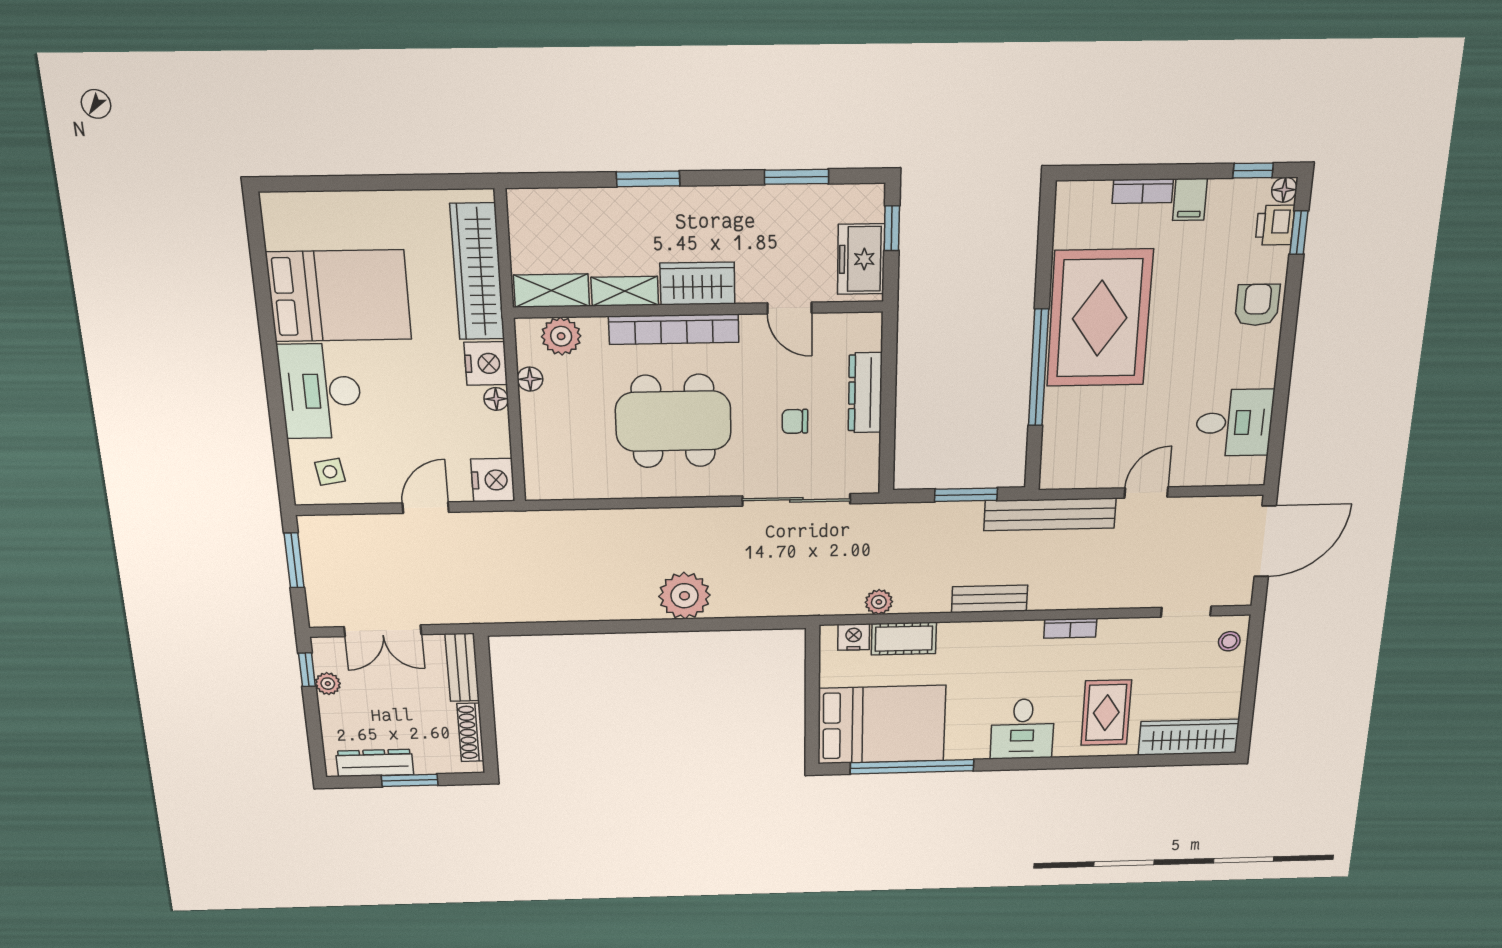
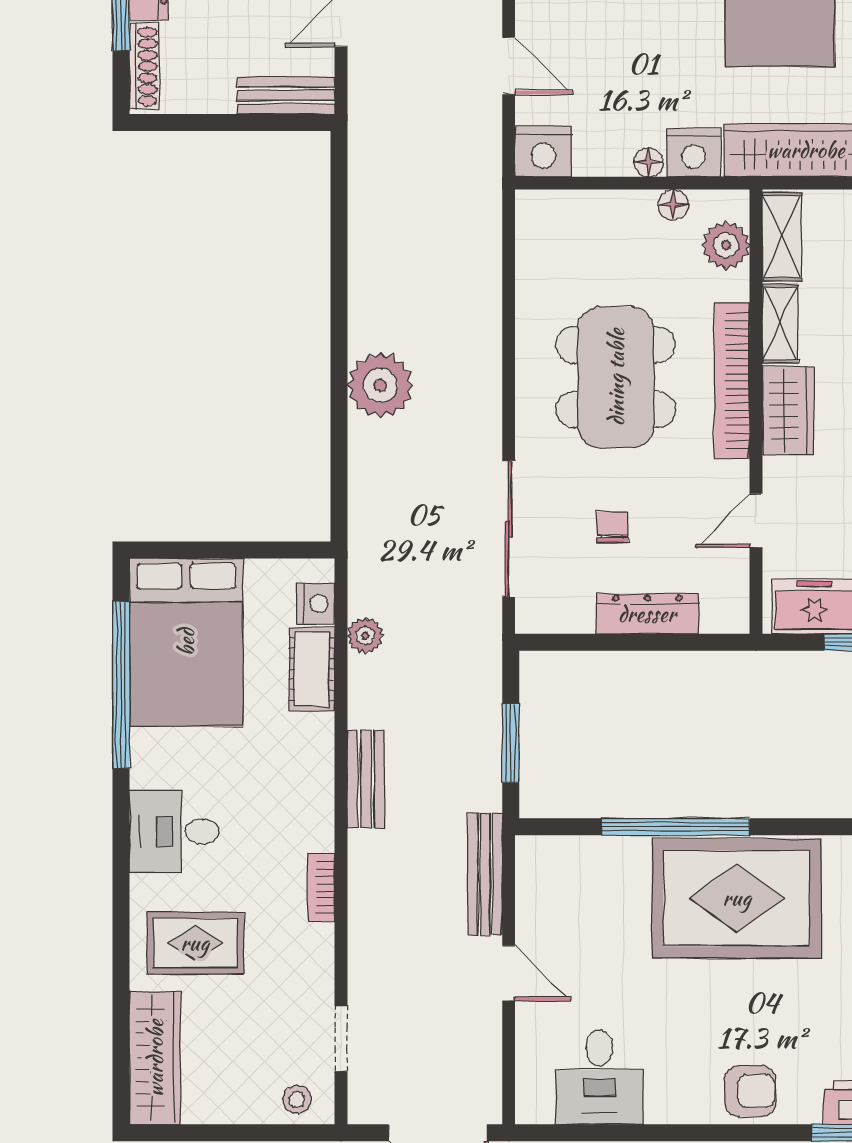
bench: (1050, 514) -> (485, 874), width x0.73, depth x0.82
shoe rack: (471, 732) -> (144, 67), moved, turned 90

